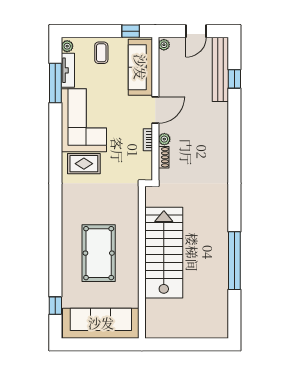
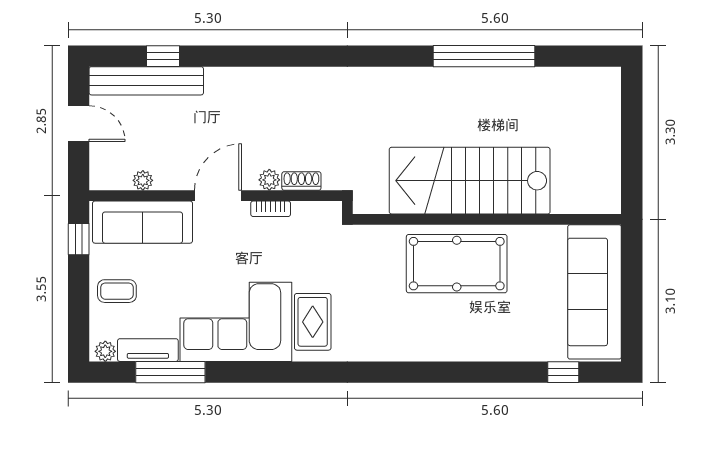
plant: (164, 45) -> (143, 180), moved
door: (155, 110) -> (218, 196), hinge flipped
pool table: (99, 253) -> (457, 264), moved

